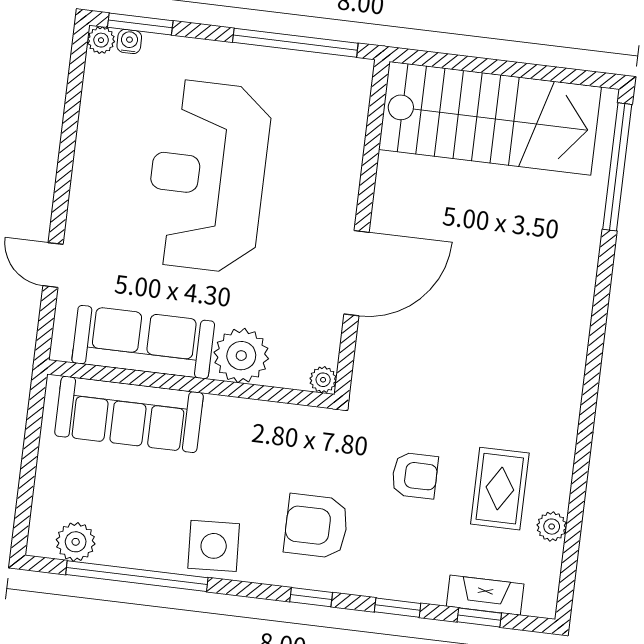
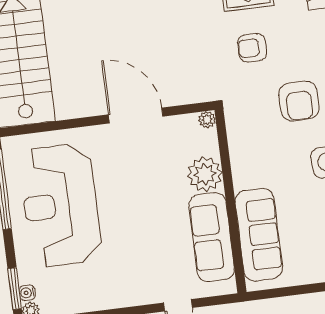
reception desk: (208, 176) -> (60, 205), moved, turned 90
armchair: (415, 475) -> (252, 48), turned -90

